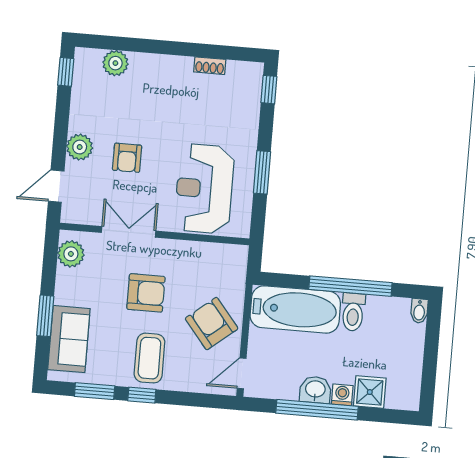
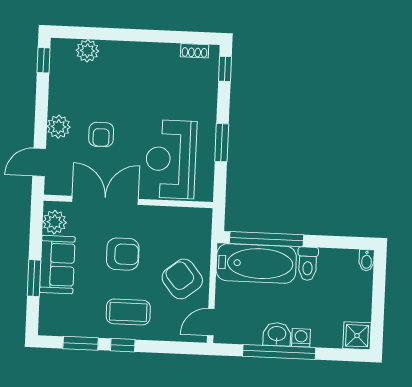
shoe rack: (210, 66) -> (195, 51), moved
double door: (129, 232) -> (105, 200), width x1.37
window: (350, 286) -> (267, 239), moved
sofa: (69, 339) -> (57, 265), moved
coffee table: (149, 358) -> (128, 312), turned 90
shower: (370, 392) -> (357, 336), moved

